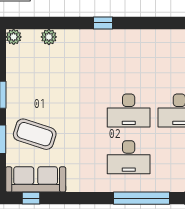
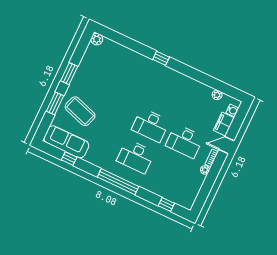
plant: (49, 37) -> (120, 50), removed
window: (31, 198) -> (69, 159), moved
window: (141, 198) -> (118, 182), moved

